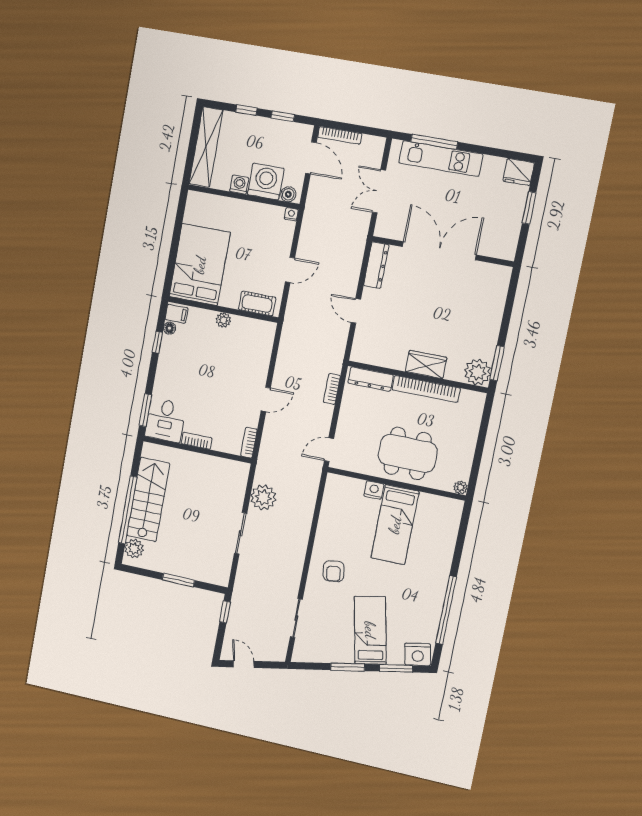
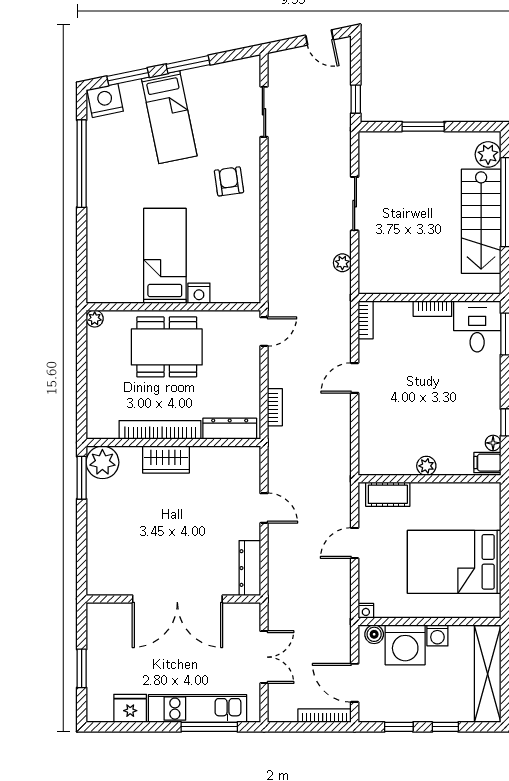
fridge: (519, 172) -> (130, 708), moved
bed: (200, 265) -> (454, 562), moved, turned 90
plant: (263, 497) -> (342, 263), width x0.53, depth x0.53

